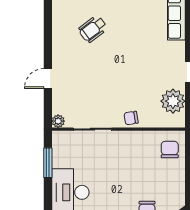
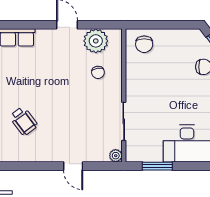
chair: (131, 118) -> (98, 72), moved
chair: (170, 150) -> (144, 44), turned -90

